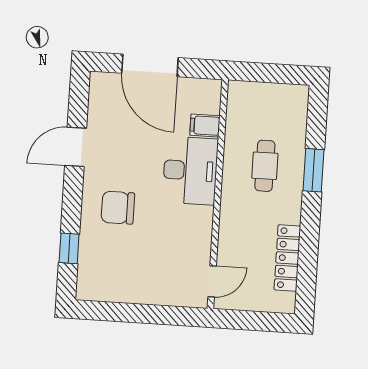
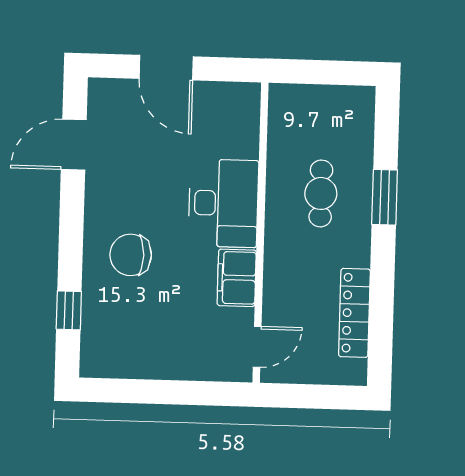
door: (150, 65) -> (166, 68), width x0.73
filing cabinet: (205, 125) -> (237, 278), moved, width x2.00
door: (76, 147) -> (74, 145), moved

